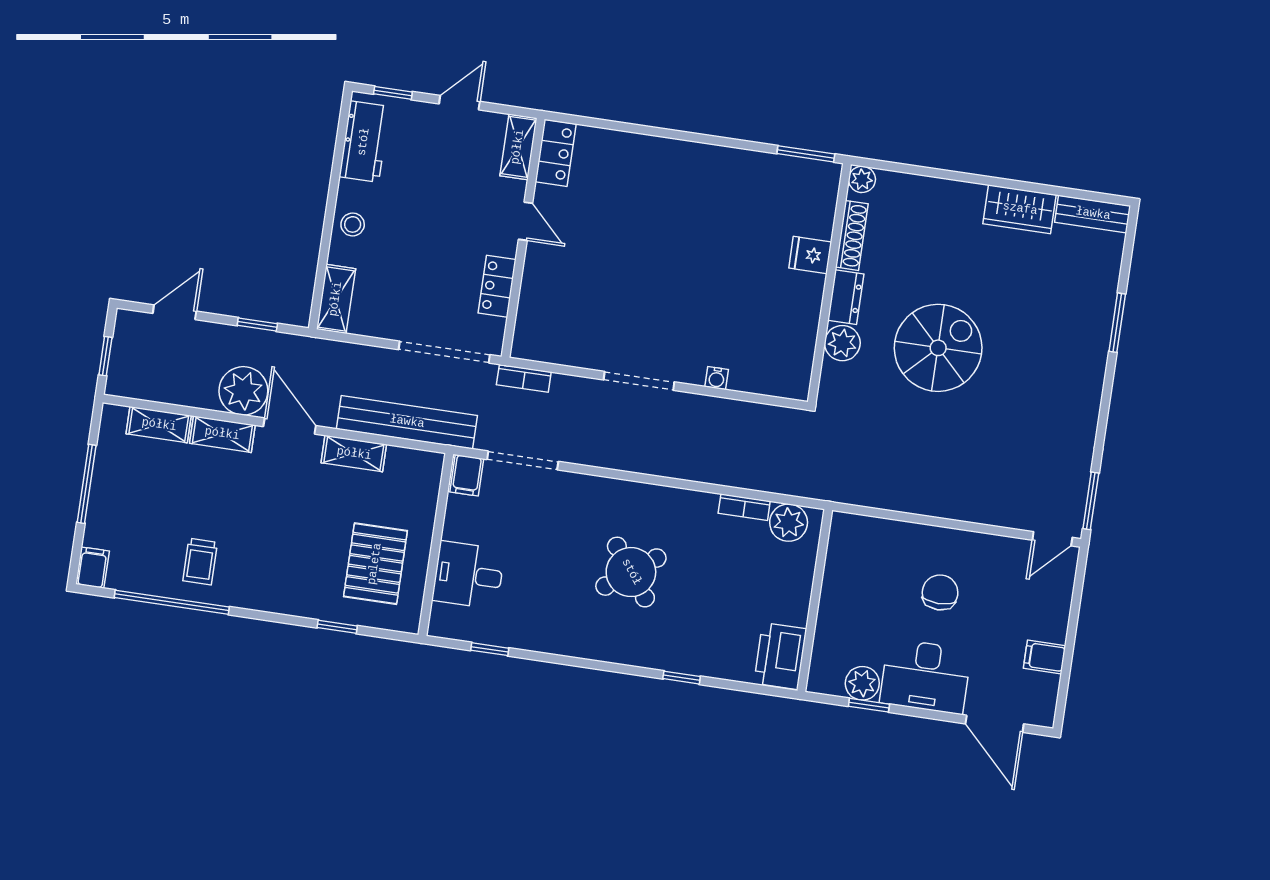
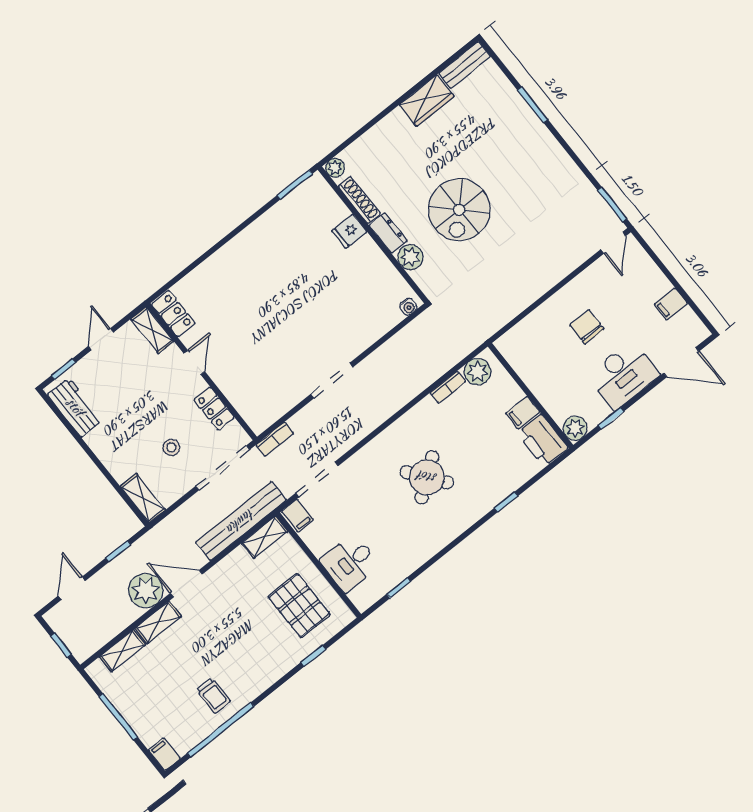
door: (526, 221) -> (194, 362), hinge flipped
stool: (353, 224) -> (171, 447), moved
spiral stairs: (938, 348) -> (459, 210), turned 180
water cooler: (717, 378) -> (408, 307), moved
shelving: (354, 454) -> (265, 537), moved
filing cabinet: (790, 609) -> (523, 413), added
plant: (862, 683) -> (575, 428), moved

